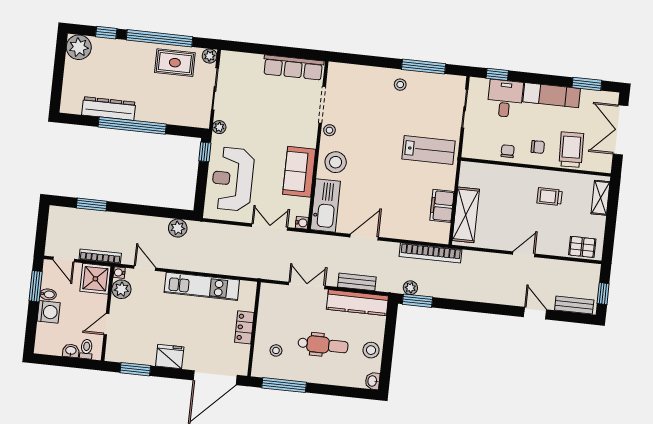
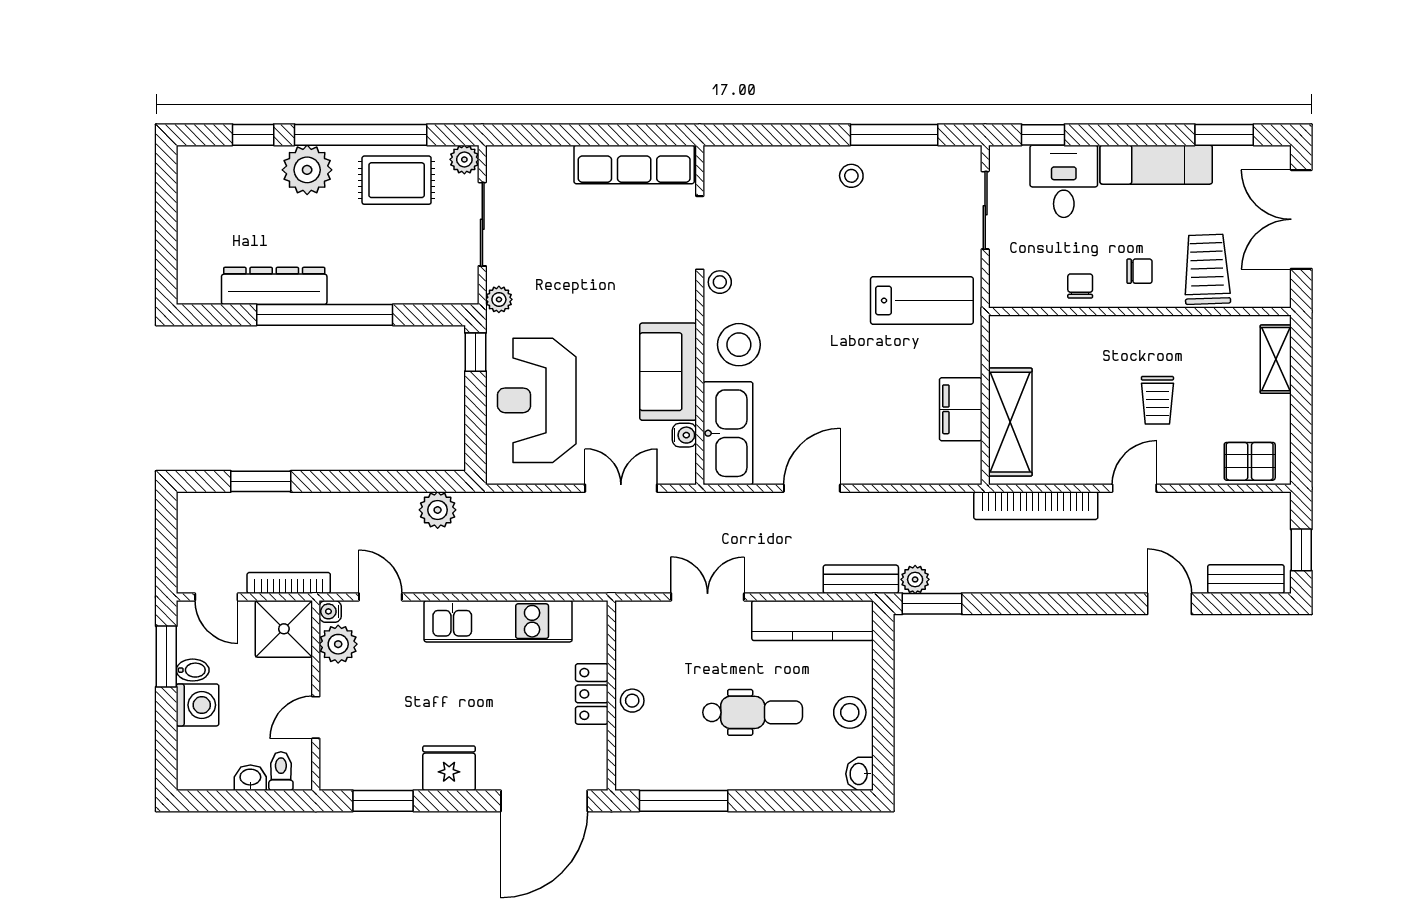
plant: (79, 47) -> (307, 170), moved
trolley: (550, 197) -> (1157, 400), moved, turned -90
water cooler: (302, 223) -> (684, 435), moved
bookcase: (431, 253) -> (1036, 506), moved
bench: (357, 282) -> (861, 579), moved
stool: (276, 350) -> (632, 701), moved

